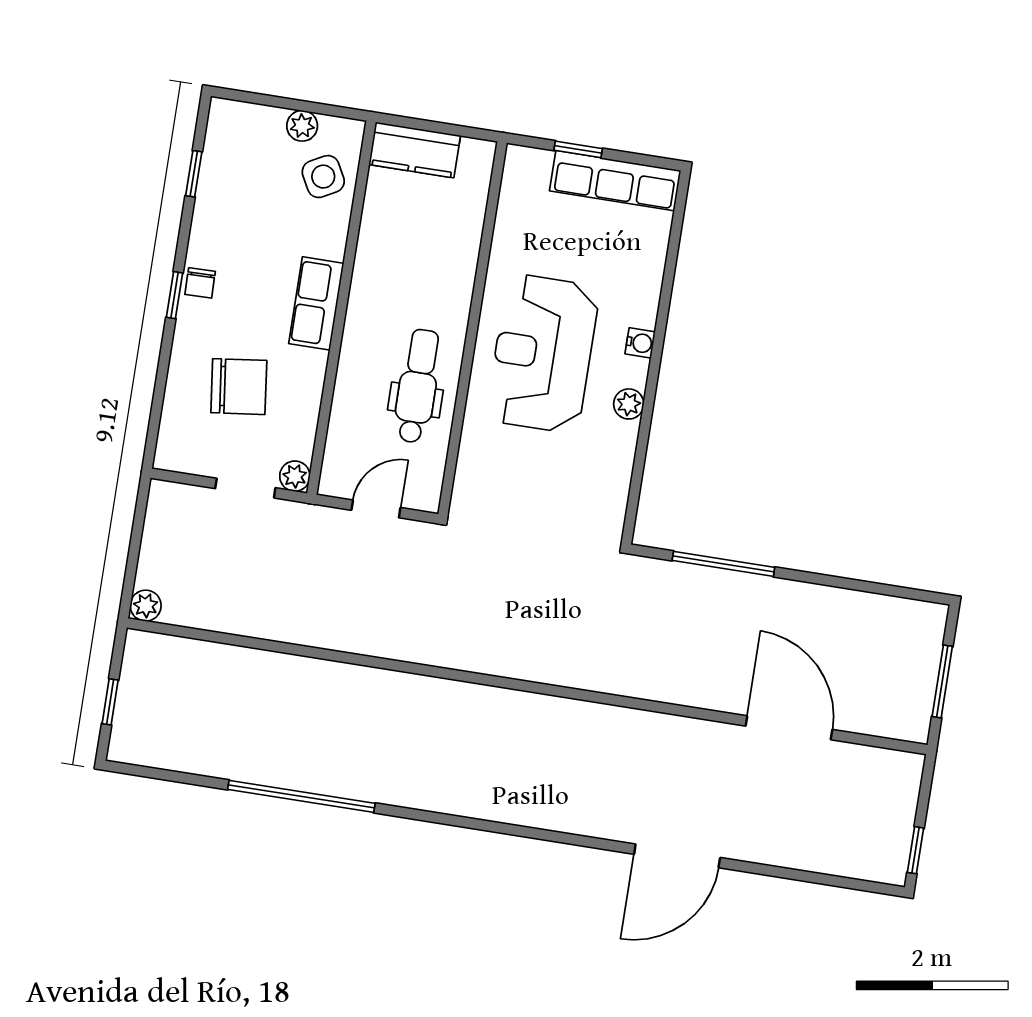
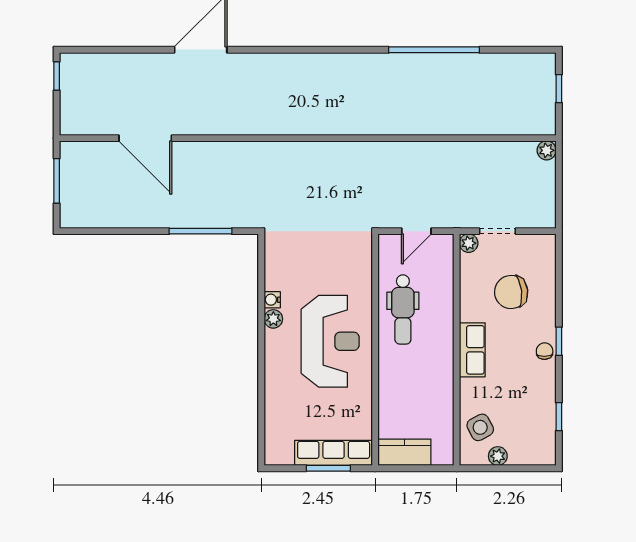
window: (578, 149) -> (328, 468), width x1.50
kitchen counter: (415, 150) -> (404, 452), moved
row of seats: (615, 181) -> (334, 453), moved
water cooler: (640, 343) -> (272, 300), moved

